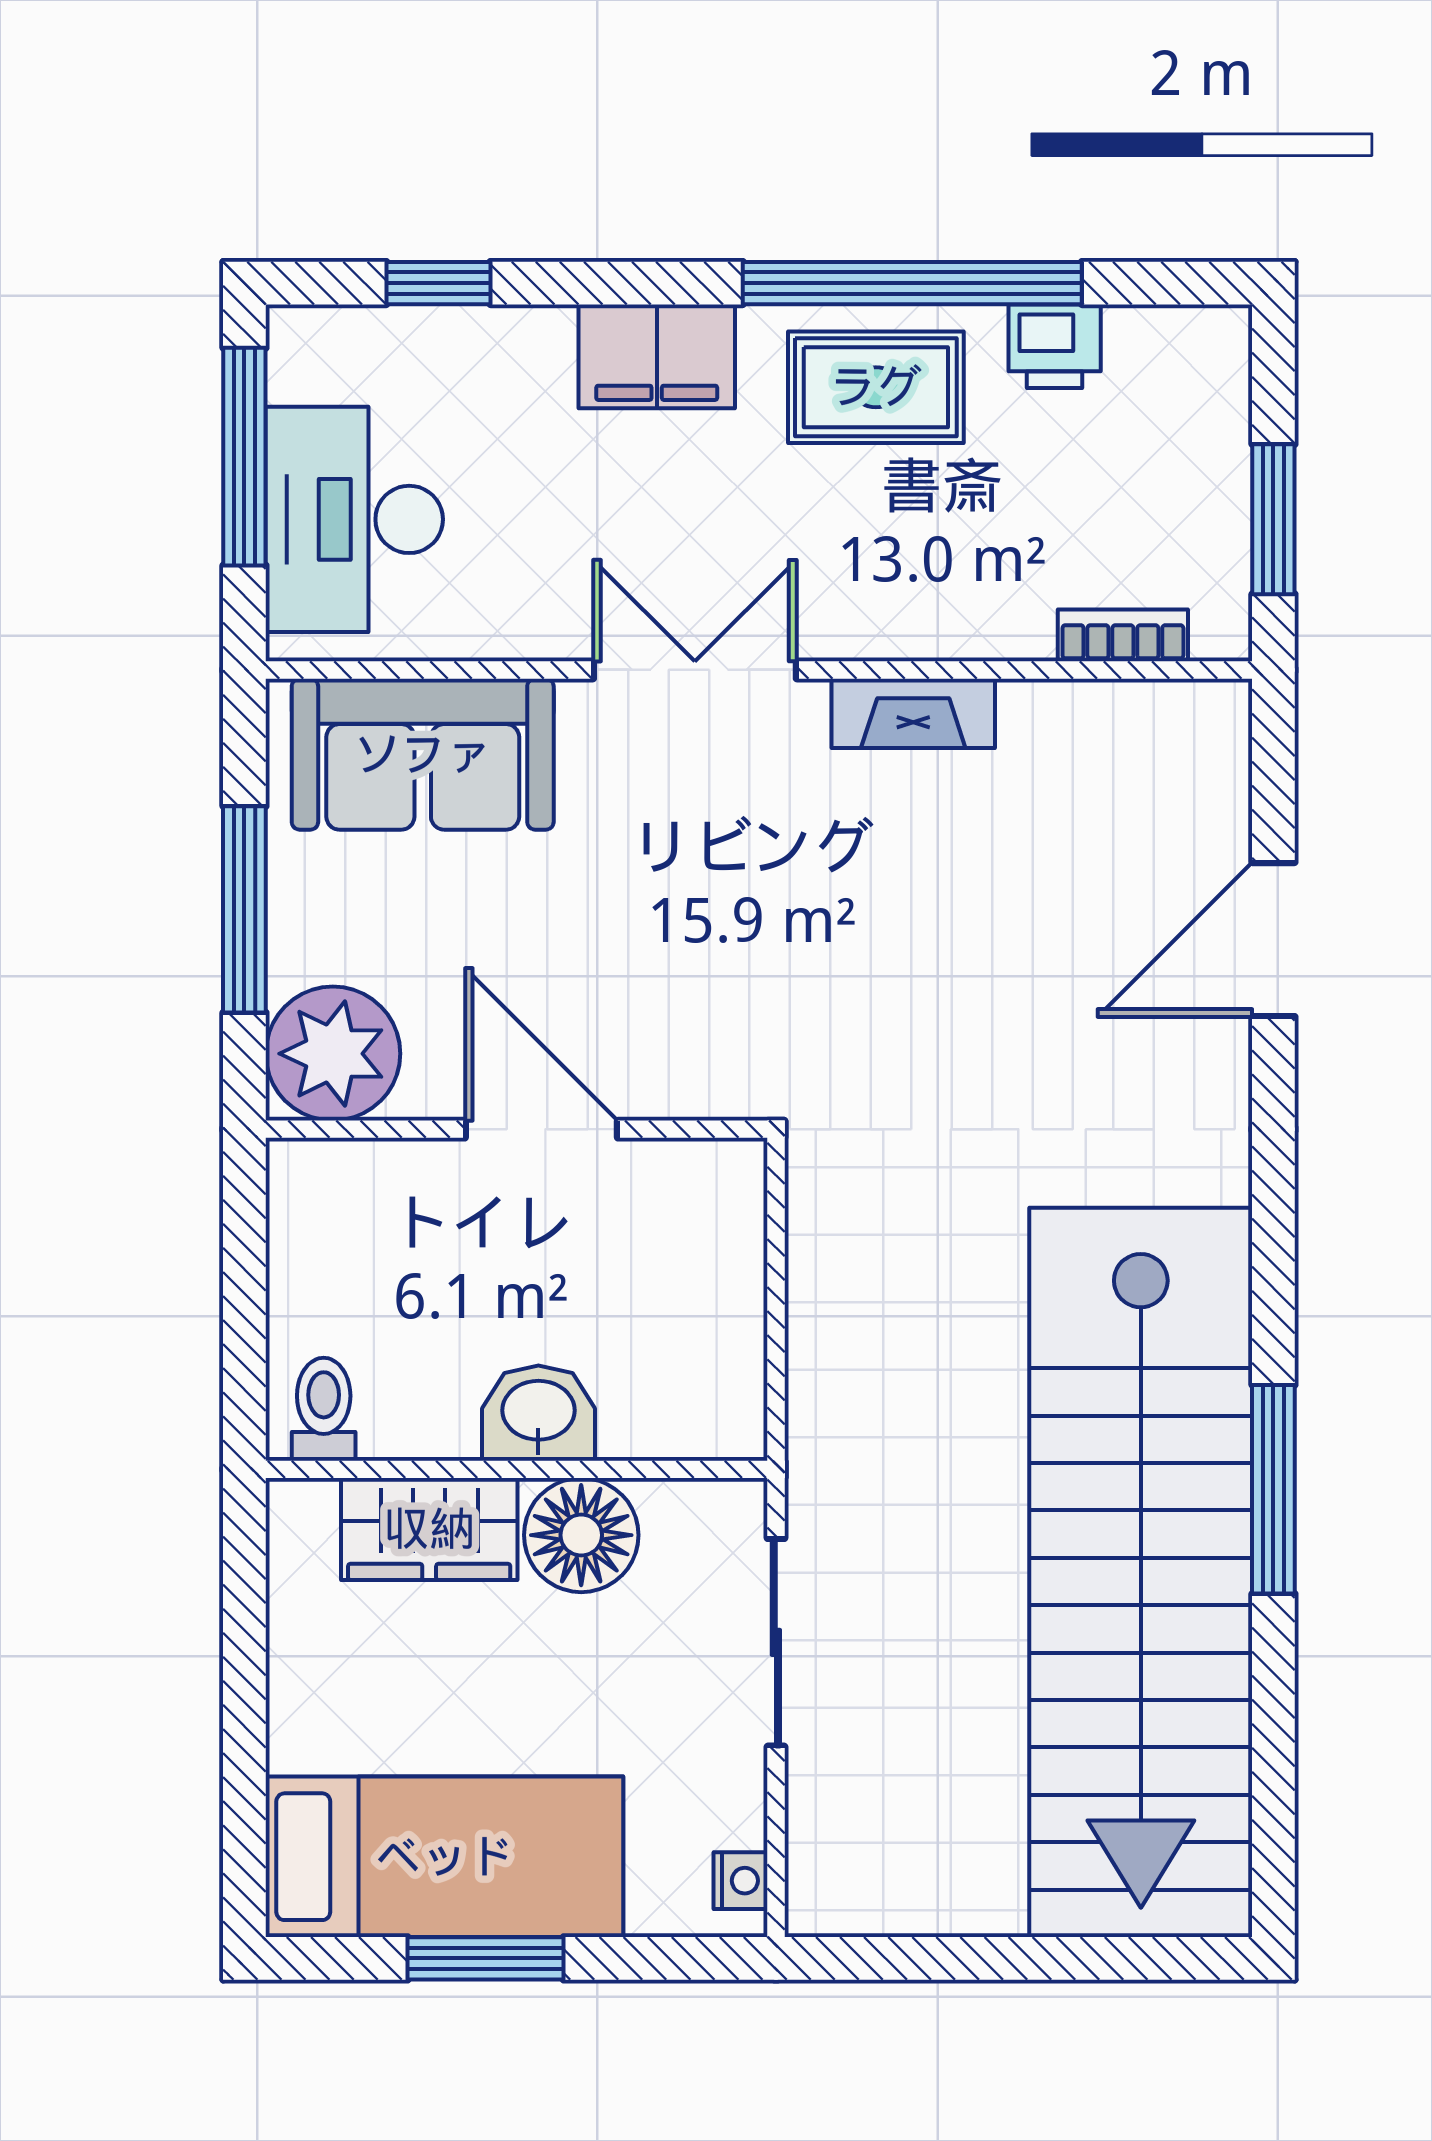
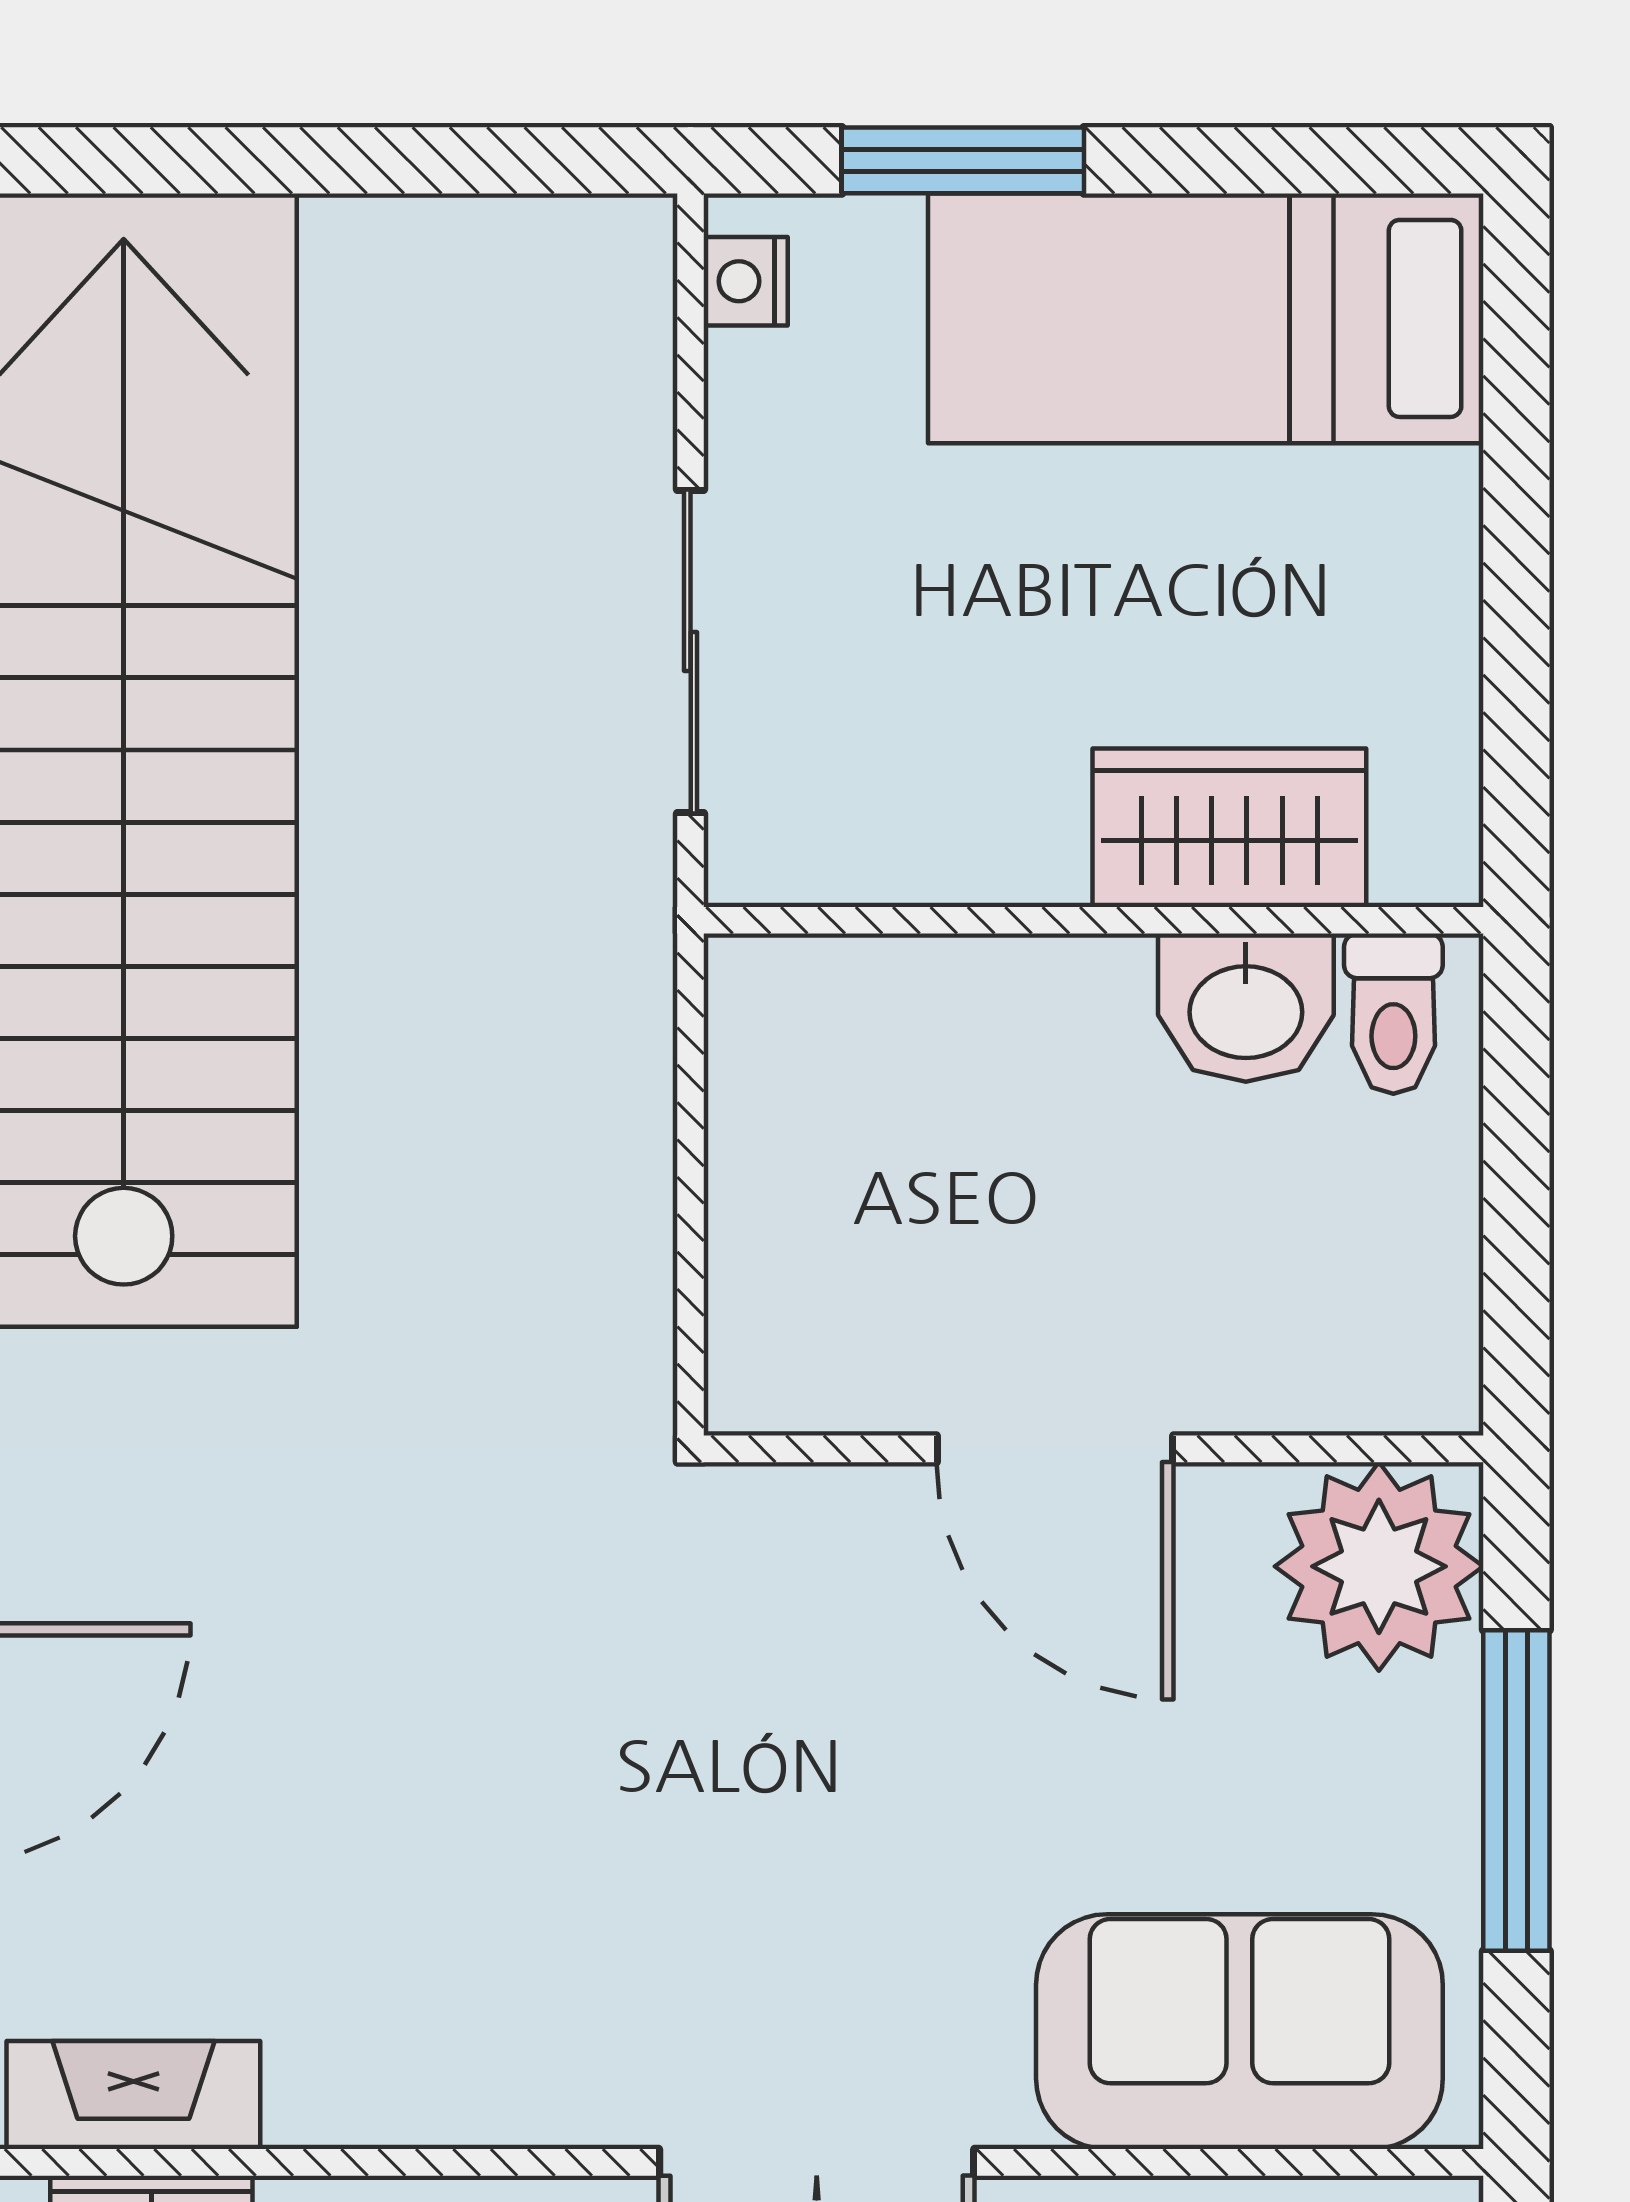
fireplace: (913, 713) -> (133, 2095), moved
washbasin: (538, 1413) -> (1246, 1008), moved
floor lamp: (581, 1535) -> (993, 818), removed
window: (486, 1958) -> (963, 160), moved

